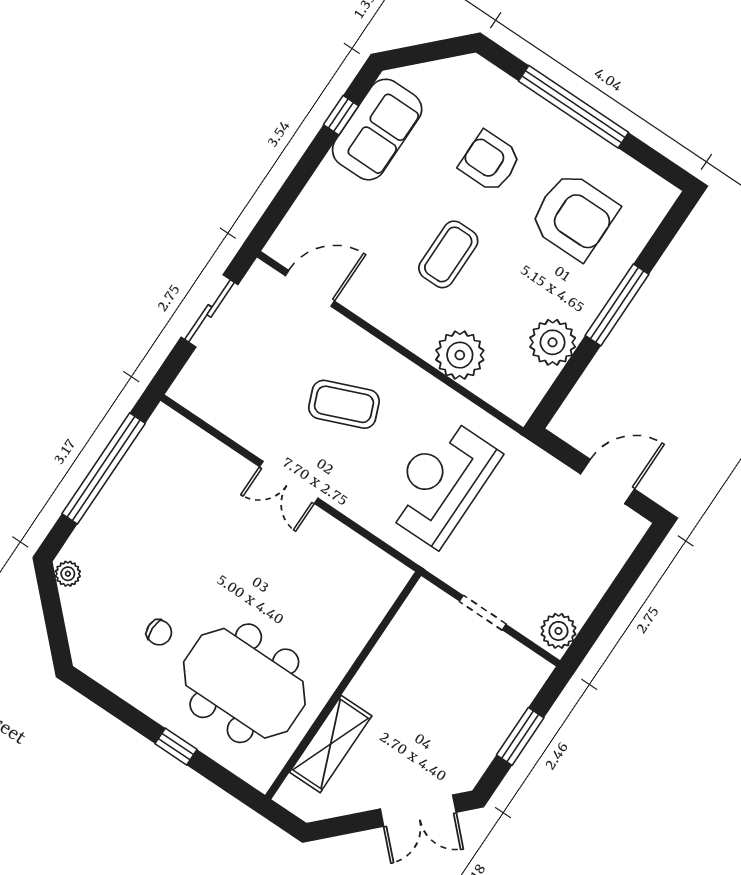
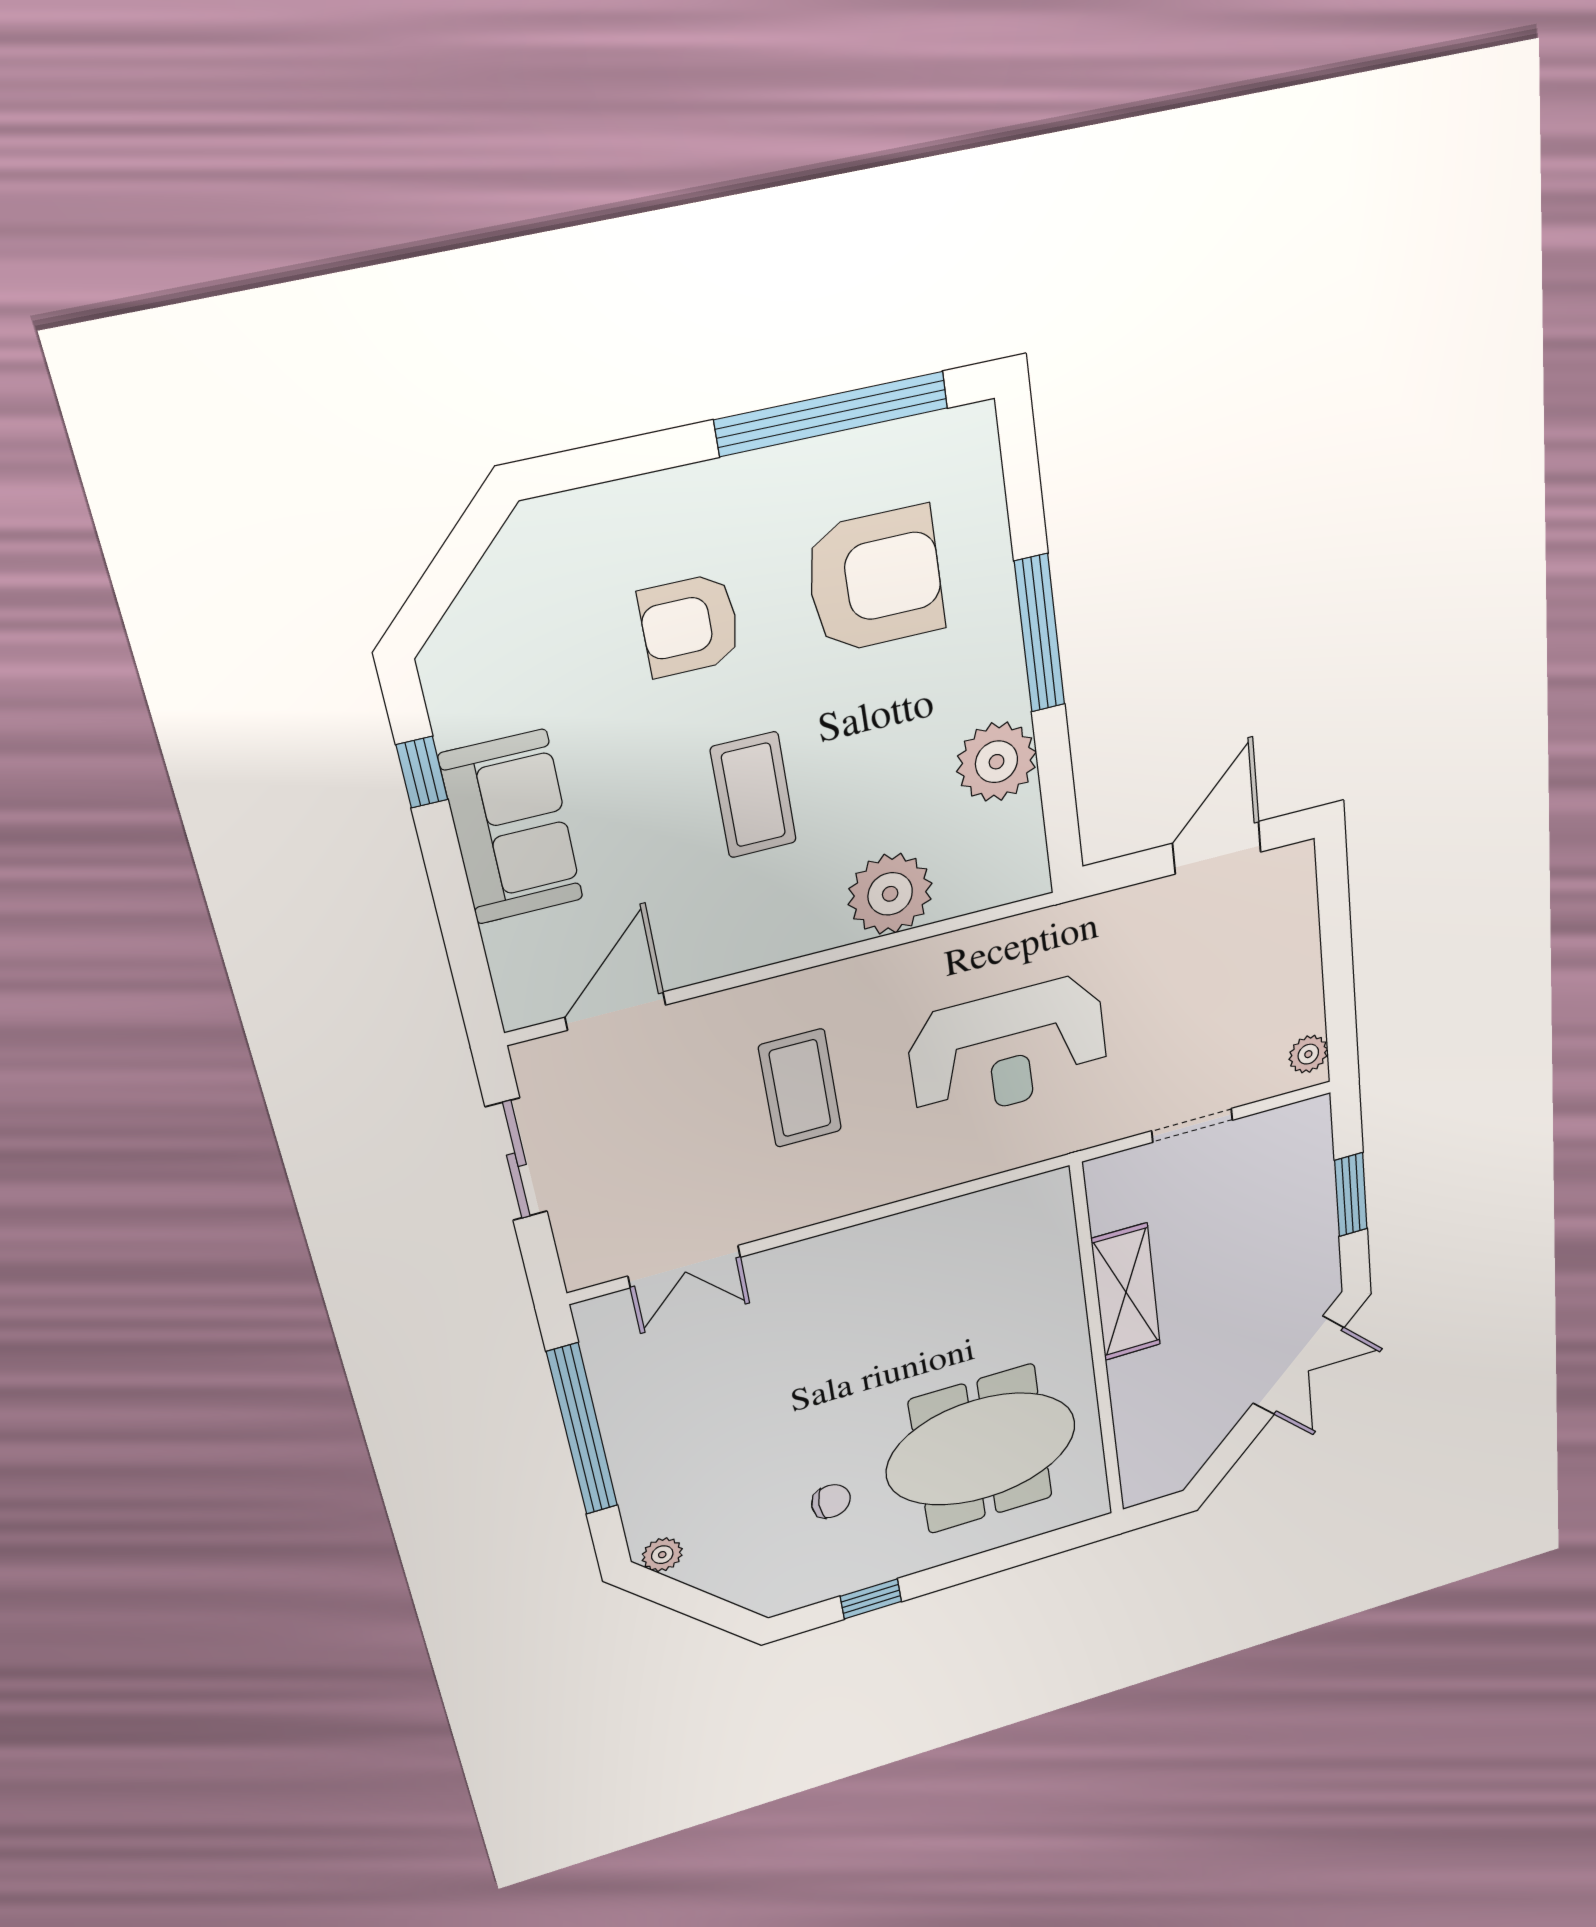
window: (574, 107) -> (832, 414), moved
sofa: (377, 130) -> (511, 828), moved
coffee table: (344, 404) -> (800, 1088), turned -68
double door: (289, 482) -> (684, 1267), moved
reception desk: (441, 482) -> (1008, 1049), turned -90
plant: (558, 631) -> (1308, 1054), width x0.73, depth x0.73
shelving: (331, 744) -> (1126, 1292), moved
window: (176, 747) -> (871, 1599), moved

